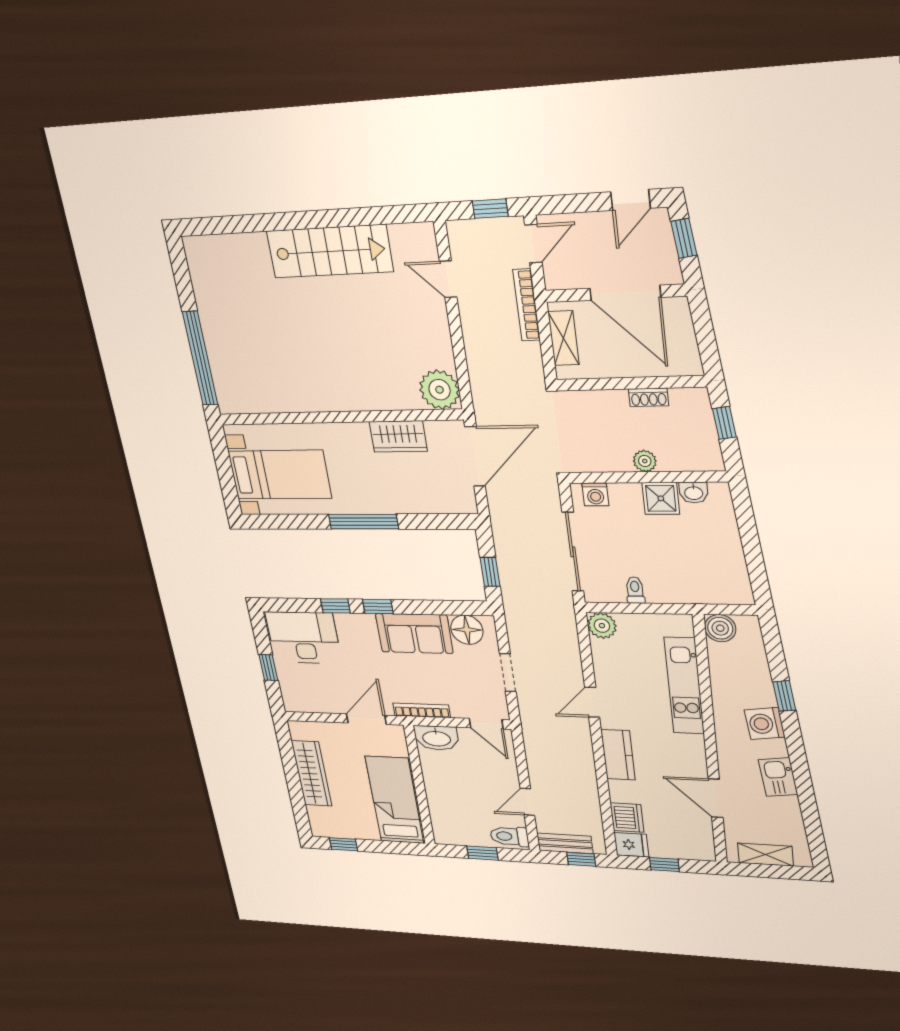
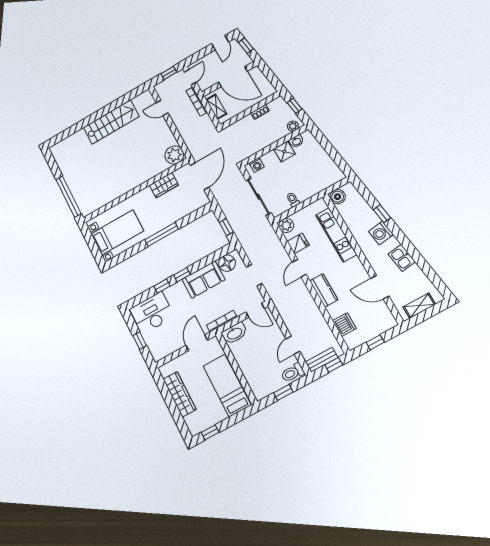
plant: (645, 461) -> (293, 126), moved
fridge: (631, 845) -> (298, 243), moved

